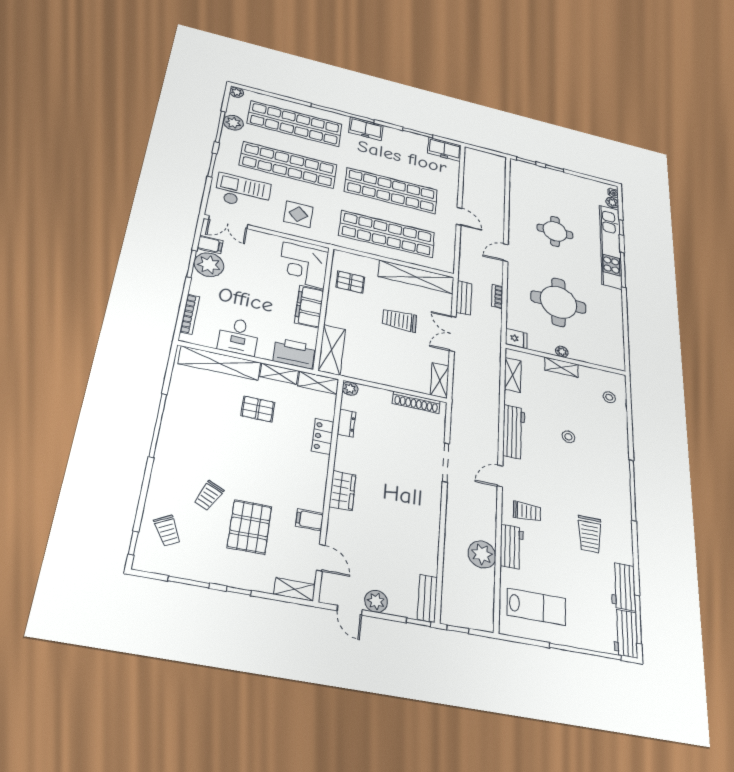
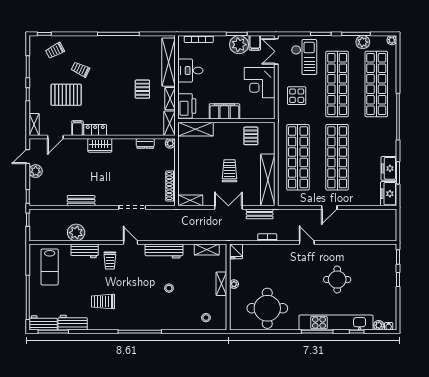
freezer: (366, 129) -> (389, 168), moved
corner desk: (303, 265) -> (260, 83), moved, turned -90
round table: (558, 302) -> (267, 308), moved
locker: (323, 436) -> (95, 130), moved
bench: (427, 598) -> (81, 201), moved

